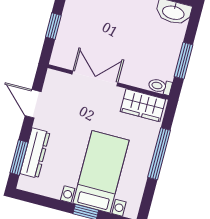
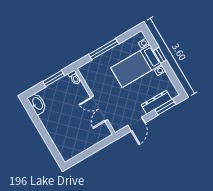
window: (53, 26) -> (95, 149), removed
wardrobe: (143, 105) -> (90, 77), removed

